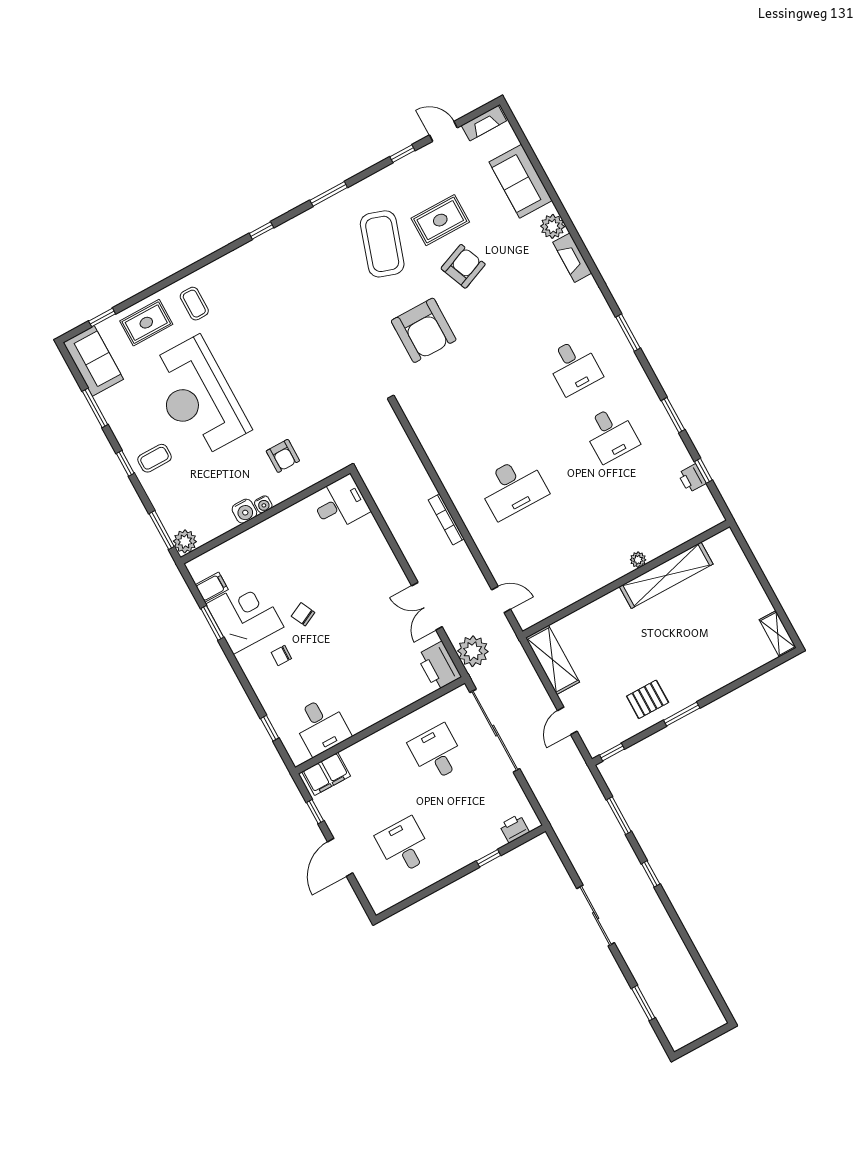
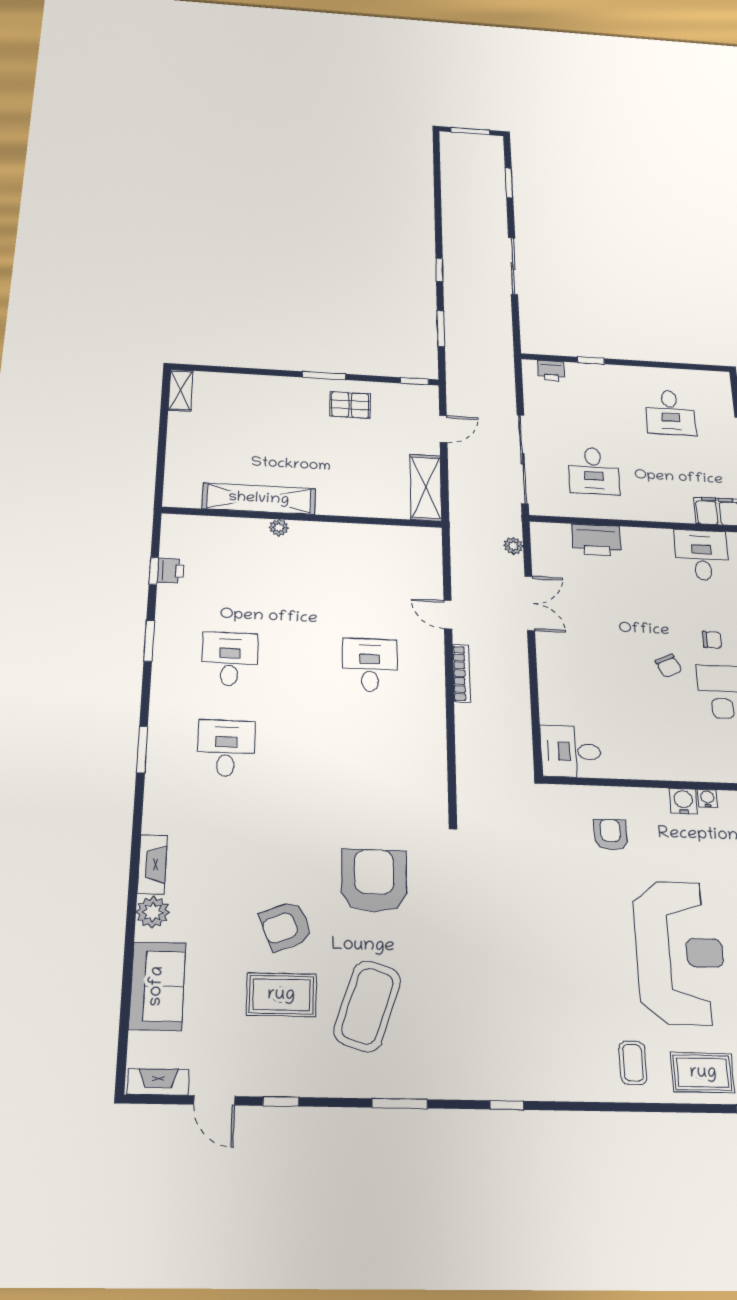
desk: (513, 488) -> (370, 665), width x0.73
water cooler: (263, 504) -> (708, 798), moved
door: (501, 599) -> (448, 615), moved
plant: (473, 651) -> (513, 546), width x0.53, depth x0.53
printer: (439, 666) -> (596, 540), moved, turned 90
window: (704, 1040) -> (470, 131), added

